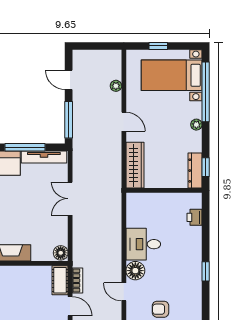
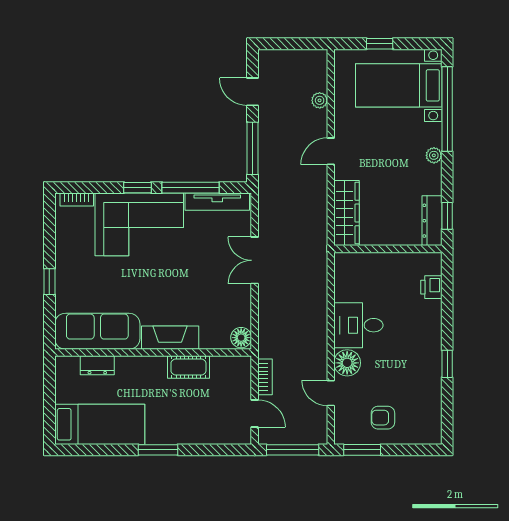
door: (124, 122) -> (331, 151), swing flipped
cot: (60, 280) -> (188, 367), moved, turned 90

